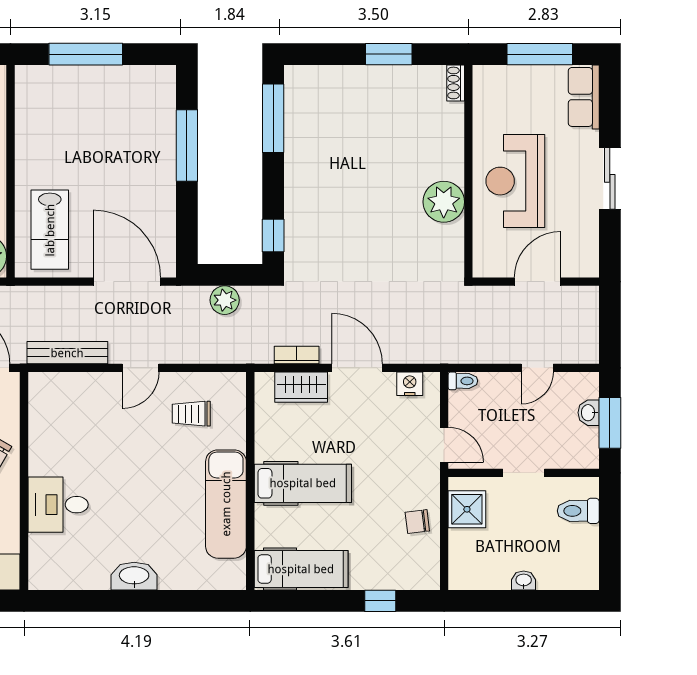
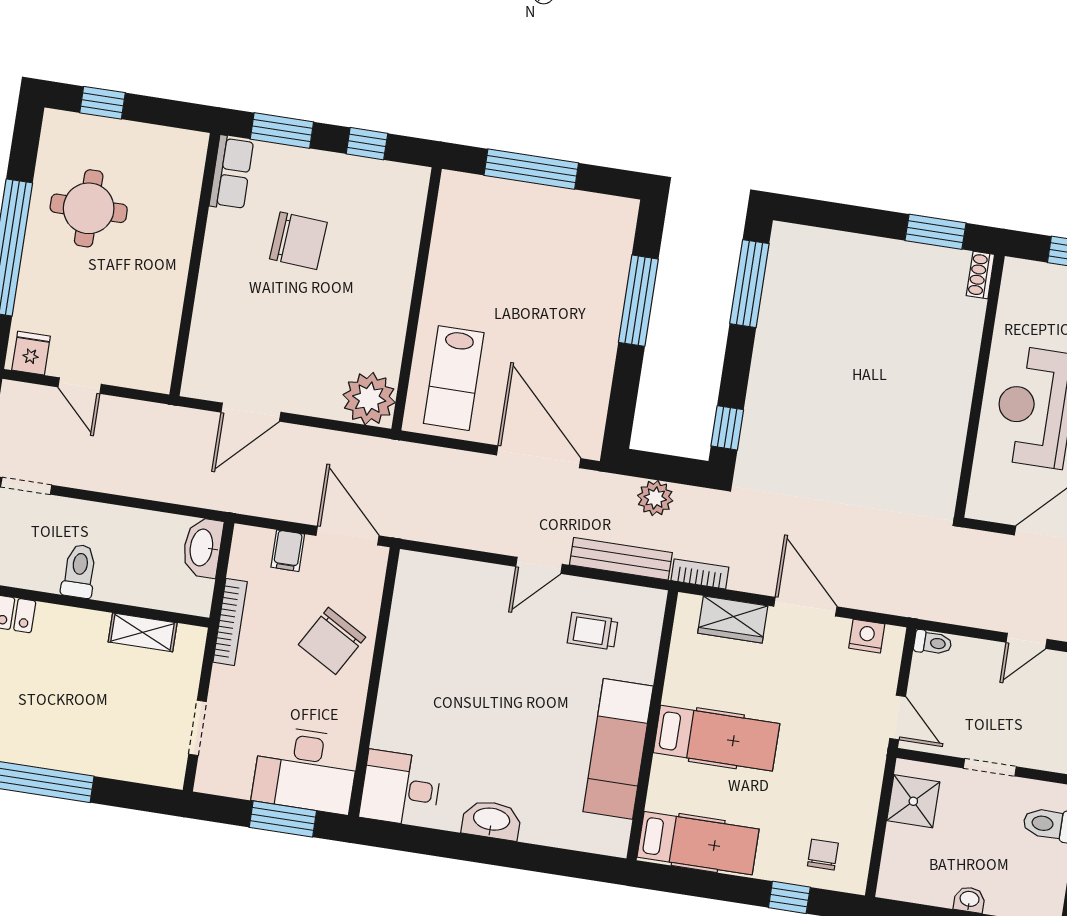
window: (389, 54) -> (936, 232), moved
plant: (444, 202) -> (943, 419), removed
bench: (67, 353) -> (621, 559), moved
bookcase: (297, 355) -> (700, 574), moved
desk: (58, 505) -> (401, 789), moved
chair: (417, 522) -> (823, 855), moved, turned 97

